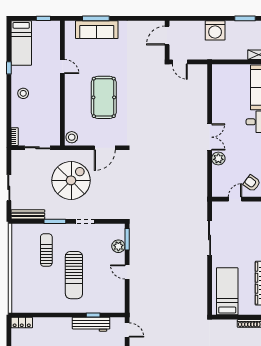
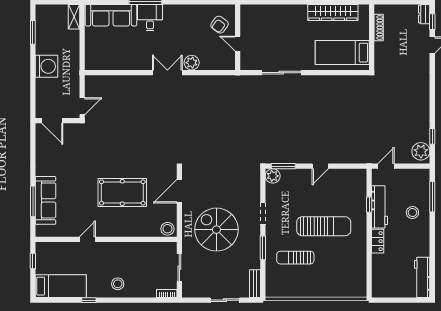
door: (105, 148) -> (179, 191), swing flipped
bench: (28, 214) -> (255, 284), width x0.73
plant: (118, 246) -> (273, 176), moved
locker: (22, 323) -> (378, 241), moved

